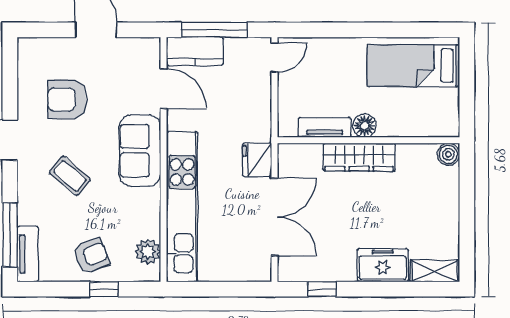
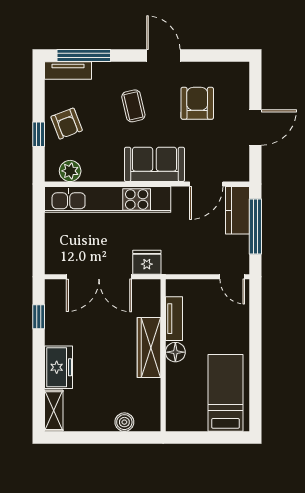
boiler: (448, 154) -> (124, 422), moved
coffee table: (70, 176) -> (133, 106), turned -54

